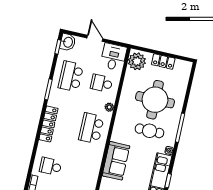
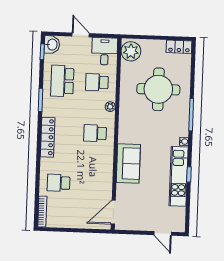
locker: (163, 61) -> (179, 47), moved
school desk: (91, 128) -> (95, 133), width x0.54
cafe table: (149, 131) -> (159, 124), removed

